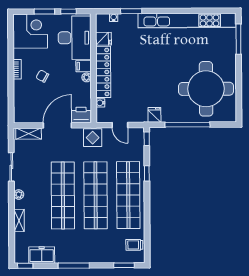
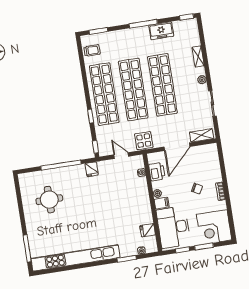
locker: (103, 72) -> (143, 201), removed
round table: (206, 89) -> (49, 200), width x0.54, depth x0.54
printer: (81, 115) -> (157, 172), moved, turned -90
freezer: (42, 255) -> (161, 31), moved

